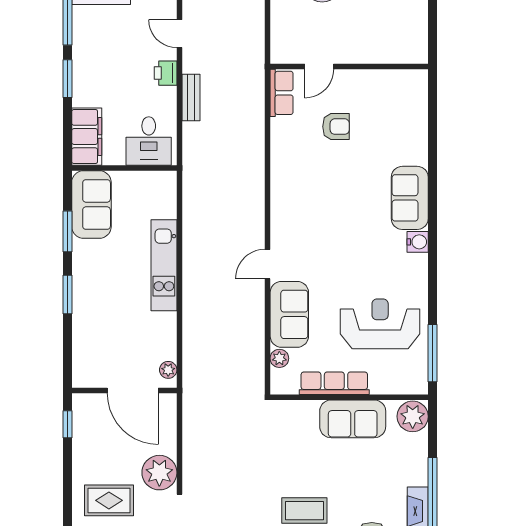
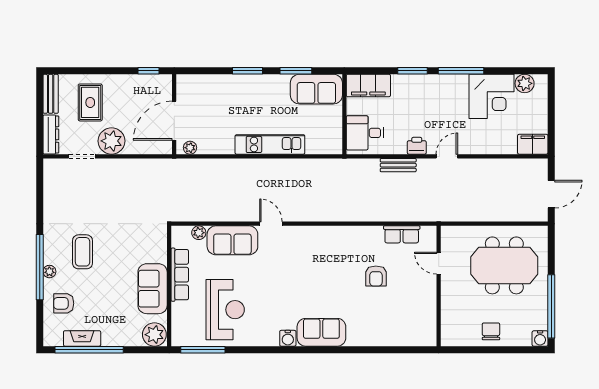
door: (319, 67) -> (439, 263), moved
wall: (349, 67) -> (439, 286), moved

